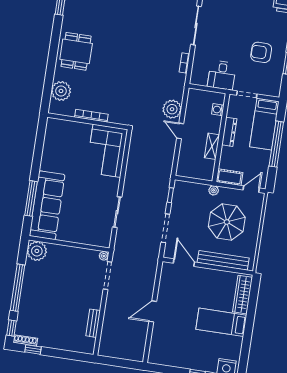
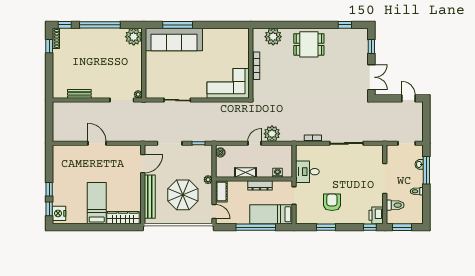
boiler: (185, 172) -> (220, 152), added

